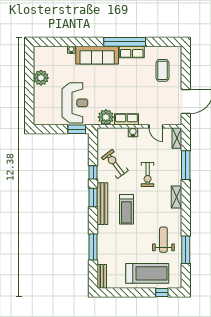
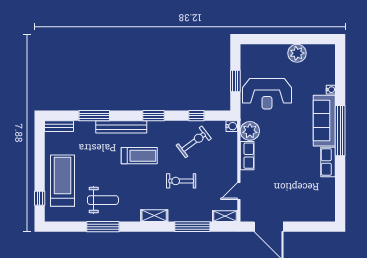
window: (125, 42) -> (340, 131), moved
coffee table: (162, 70) -> (306, 199), removed
window: (77, 129) -> (235, 81), moved
water cooler: (133, 132) -> (232, 126), moved
window: (93, 172) -> (196, 116), moved
bench: (102, 204) -> (121, 127), moved
treadmill: (126, 209) -> (139, 156), turned 180
window: (186, 250) -> (103, 227), moved
treadmill: (147, 273) -> (63, 181), turned 180

